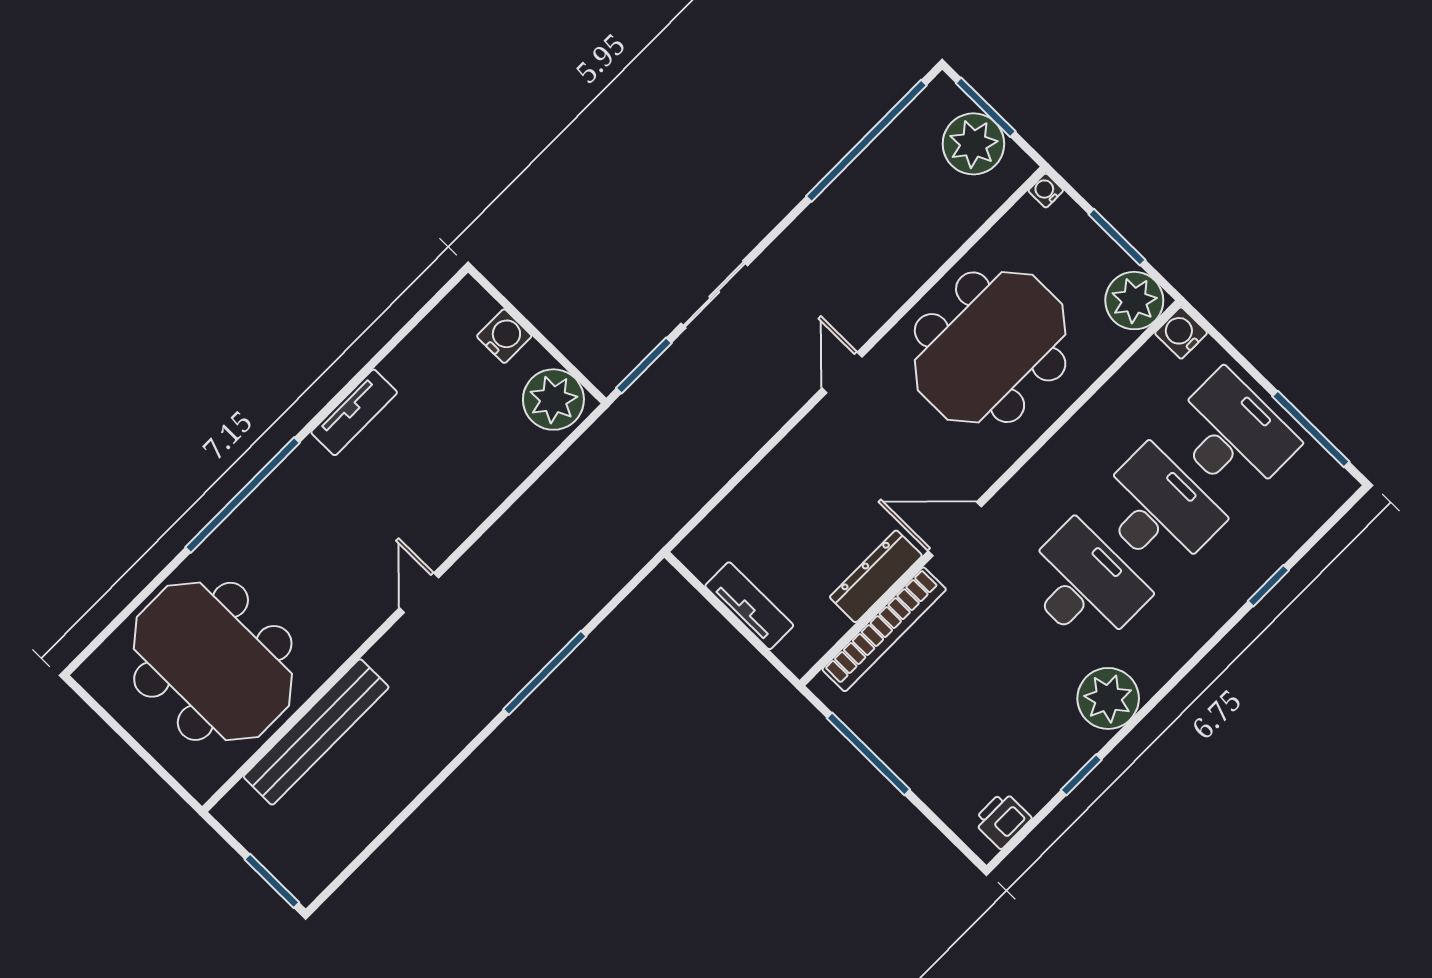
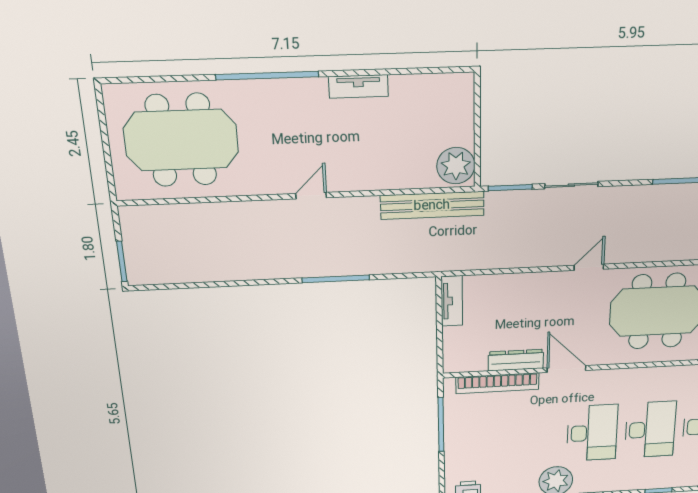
water cooler: (504, 336) -> (462, 117), removed
tv unit: (749, 606) -> (452, 301), moved
meeting table: (213, 661) -> (181, 140), turned 90
bench: (316, 732) -> (432, 205), moved

